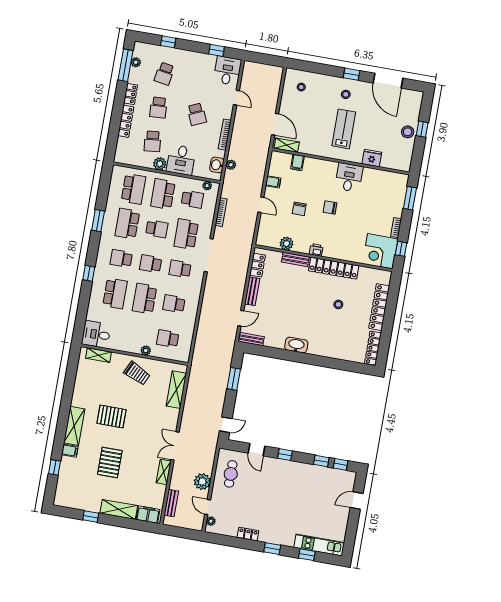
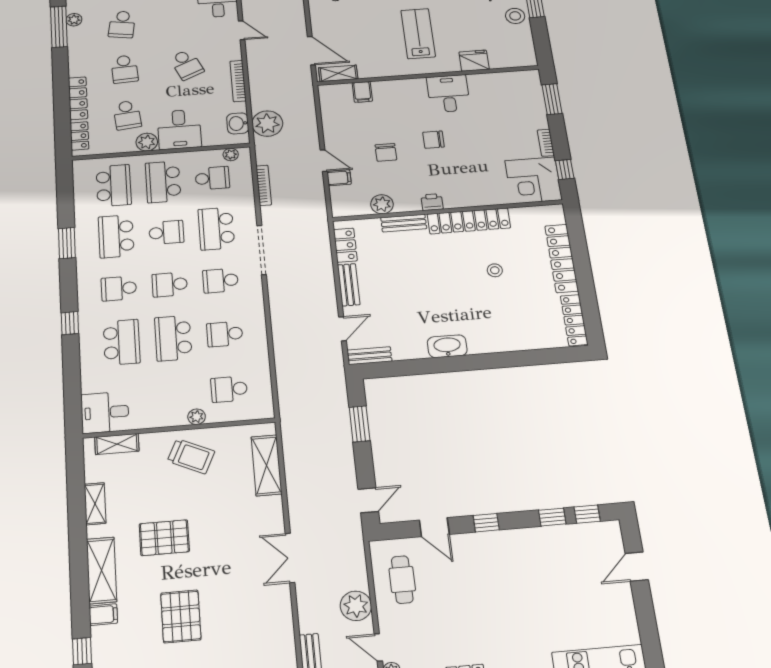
locker: (131, 94) -> (79, 136), moved
plant: (231, 165) -> (267, 124), width x1.88, depth x1.88
filing cabinet: (273, 182) -> (339, 178), moved
shelving: (164, 472) -> (95, 504), moved

